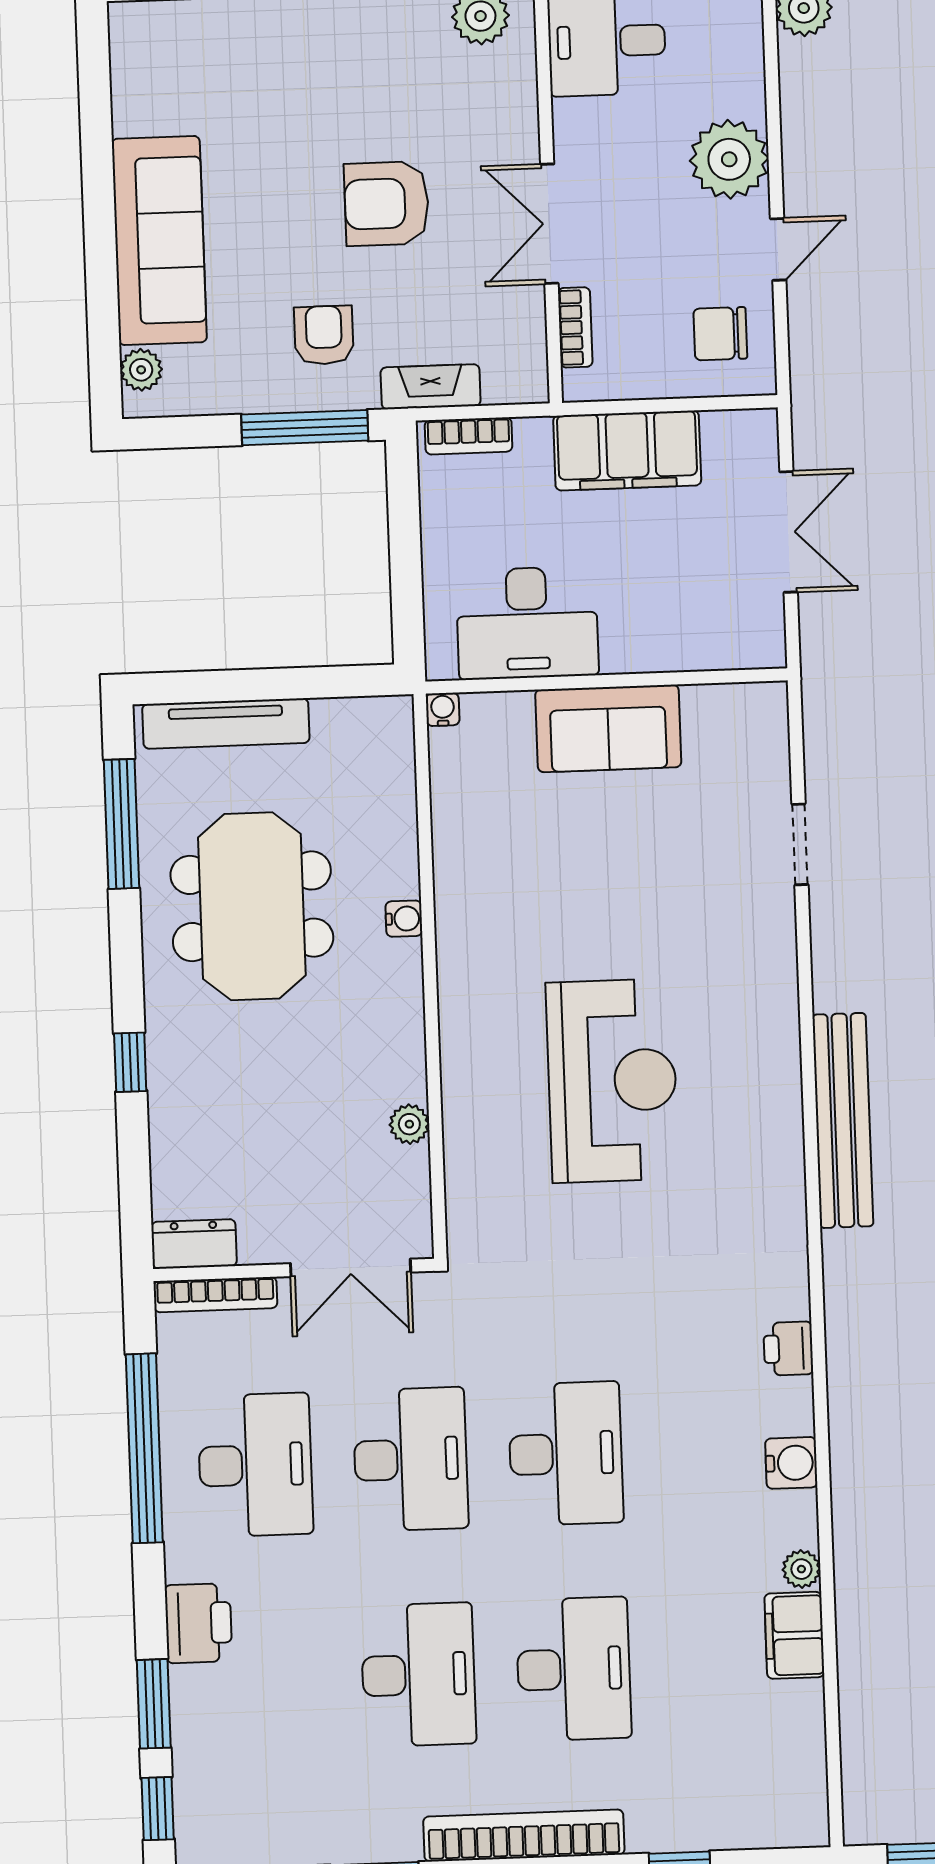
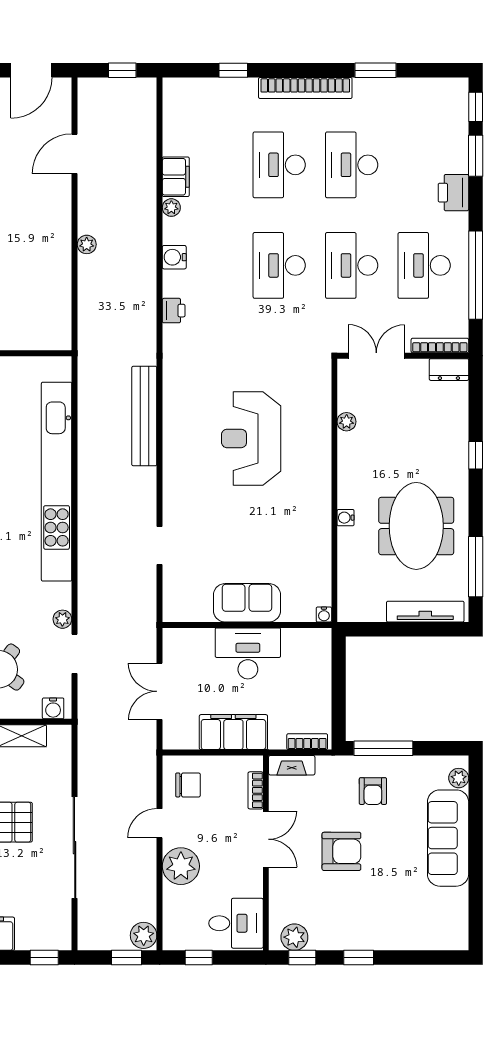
fireplace: (431, 387) -> (292, 765), moved
desk: (527, 623) -> (248, 653), moved

